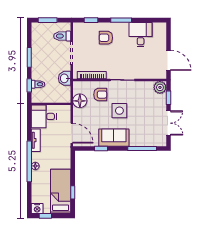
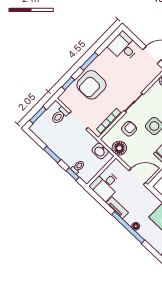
desk: (141, 35) -> (124, 47), moved
armchair: (106, 38) -> (91, 85), width x1.88, depth x1.88
washbasin: (65, 78) -> (100, 151), moved

